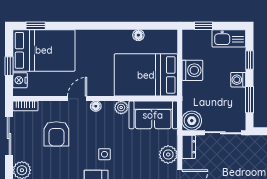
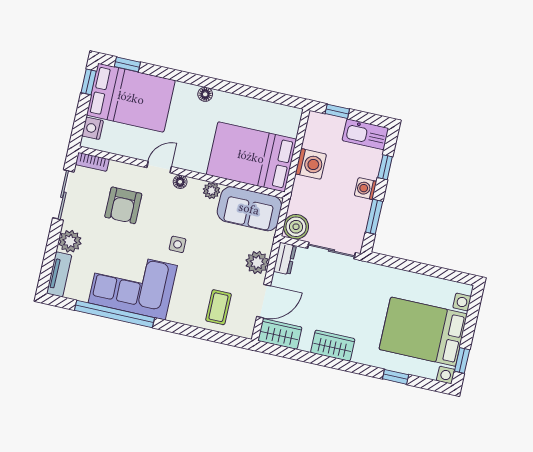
floor lamp: (138, 35) -> (205, 94), moved
window: (9, 66) -> (89, 82), moved

